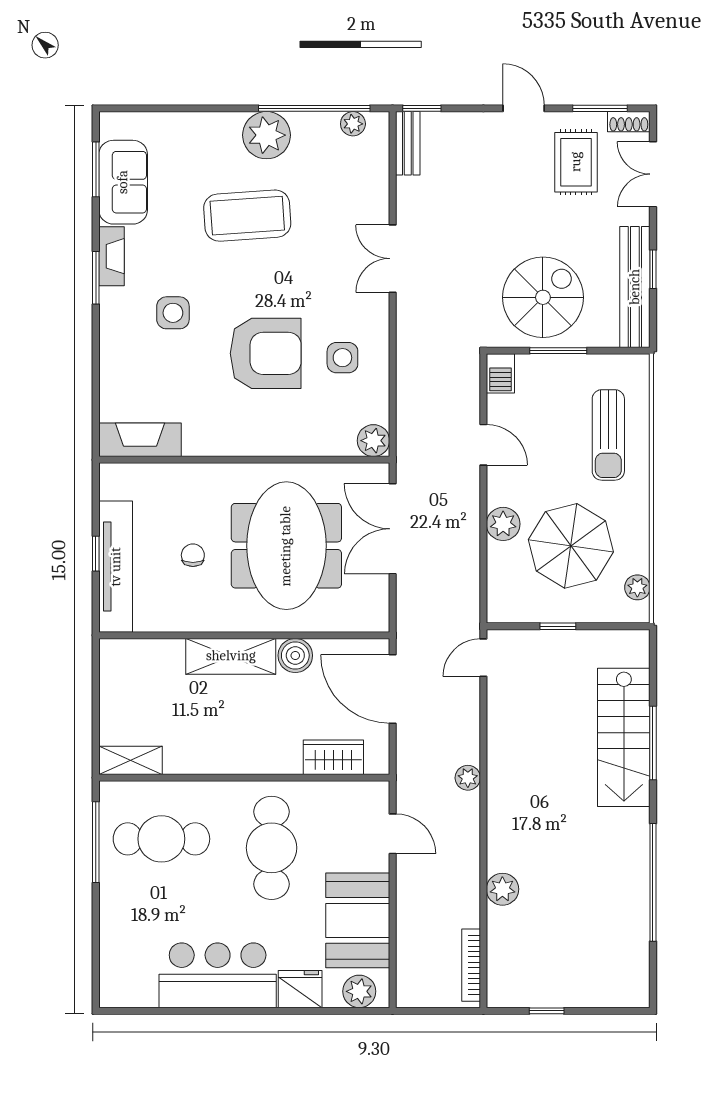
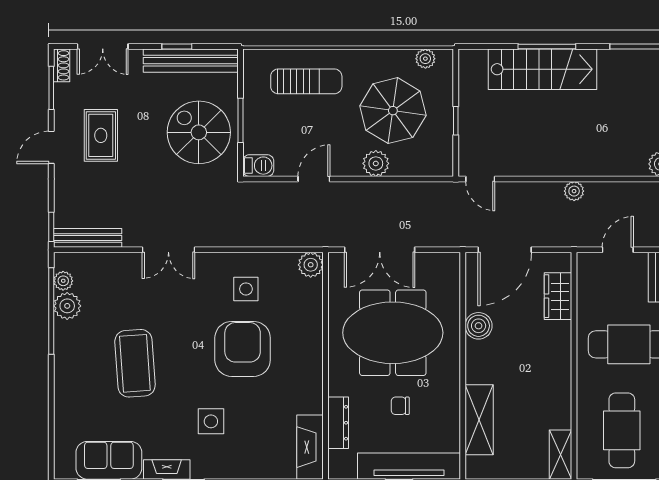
plant: (267, 135) -> (67, 306), moved, width x0.73, depth x0.73
bench: (408, 143) -> (88, 238), width x1.36
rug: (576, 162) -> (101, 135), moved, turned 90
dresser: (171, 476) -> (338, 423), added
shelving: (231, 656) -> (479, 420), moved

